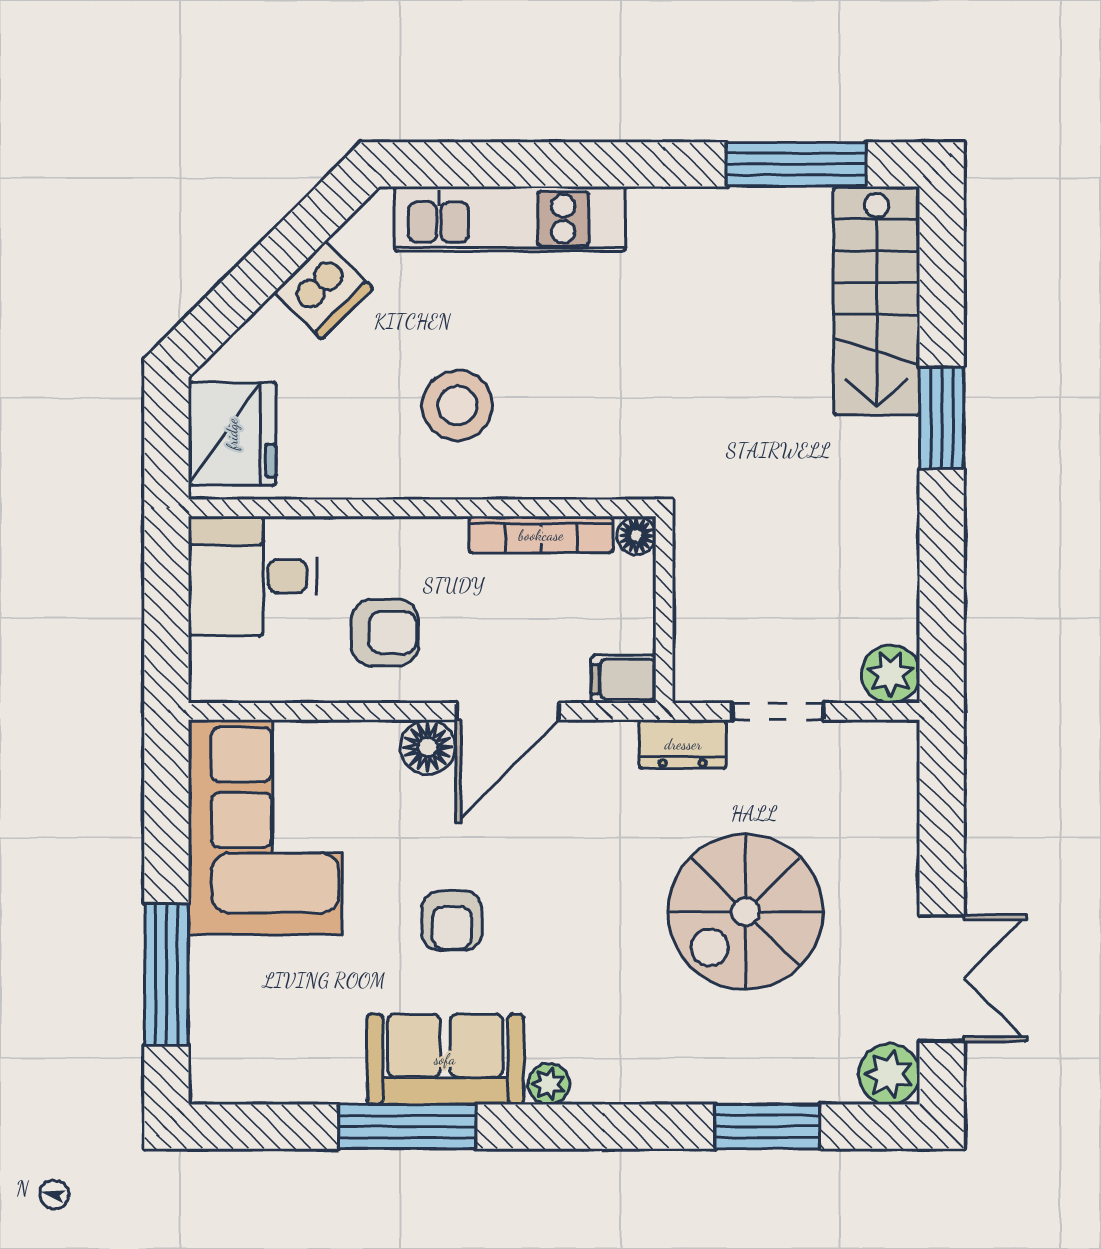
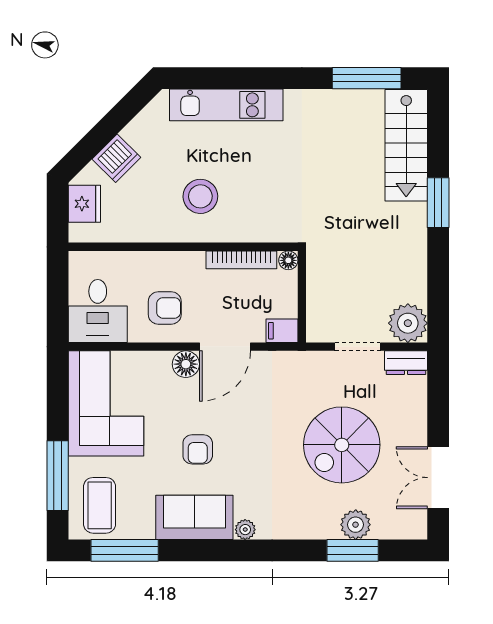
dishwasher: (324, 290) -> (116, 158), moved
fridge: (232, 434) -> (84, 204), width x0.73, depth x0.75
desk: (253, 576) -> (98, 311), moved, turned -90
plant: (891, 674) -> (408, 323), width x1.36, depth x1.36
dresser: (683, 744) -> (406, 363), moved
double door: (942, 978) -> (438, 478), swing flipped
coffee table: (252, 1035) -> (100, 505), added
plant: (889, 1074) -> (356, 525), moved
window: (407, 1127) -> (125, 550), moved

